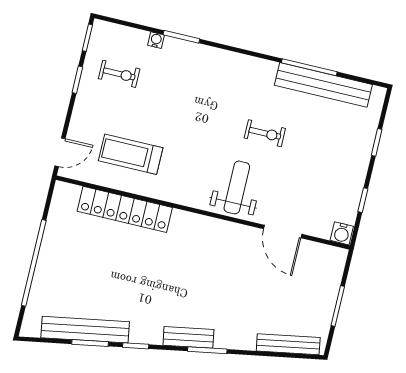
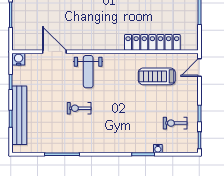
bench: (323, 85) -> (19, 115), moved, turned 90
treadmill: (131, 154) -> (157, 76), turned 180

